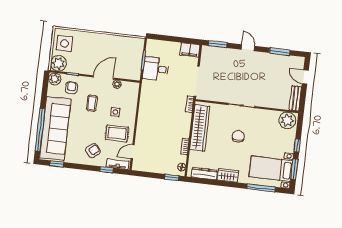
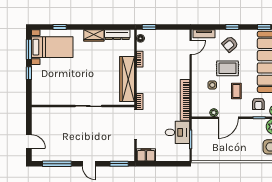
window: (280, 51) -> (57, 164), width x1.44
bench: (295, 98) -> (36, 119), removed
bookcase: (144, 100) -> (185, 100), added
plant: (287, 120) -> (42, 97), removed
rug: (117, 133) -> (228, 68), moved
chair: (238, 136) -> (88, 75), removed
window: (107, 170) -> (232, 27), moved
window: (261, 188) -> (60, 27), width x0.46

